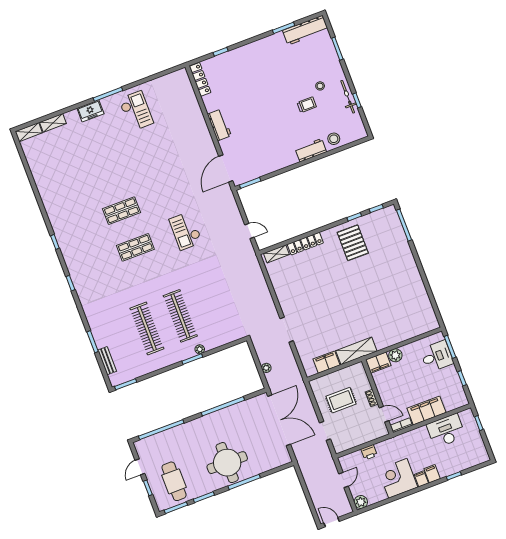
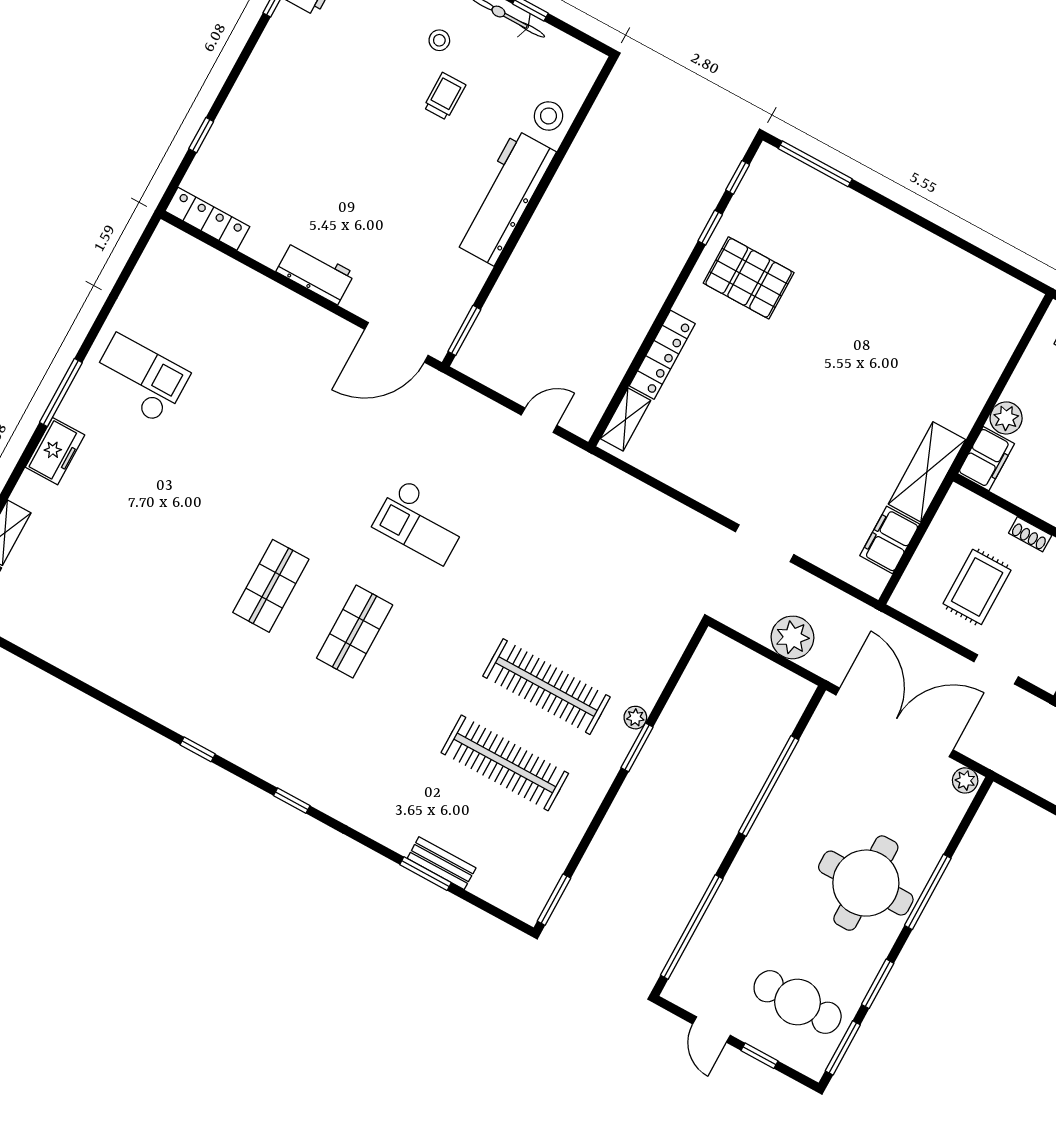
workbench: (311, 150) -> (505, 198), width x1.88, depth x1.32
door: (226, 168) -> (396, 342), hinge flipped
bench: (107, 361) -> (442, 863), moved
plant: (266, 368) -> (792, 637), width x1.88, depth x1.88
plant: (286, 457) -> (965, 780), added

